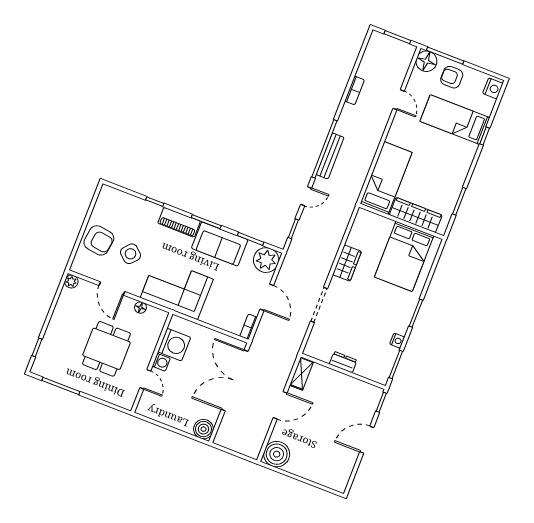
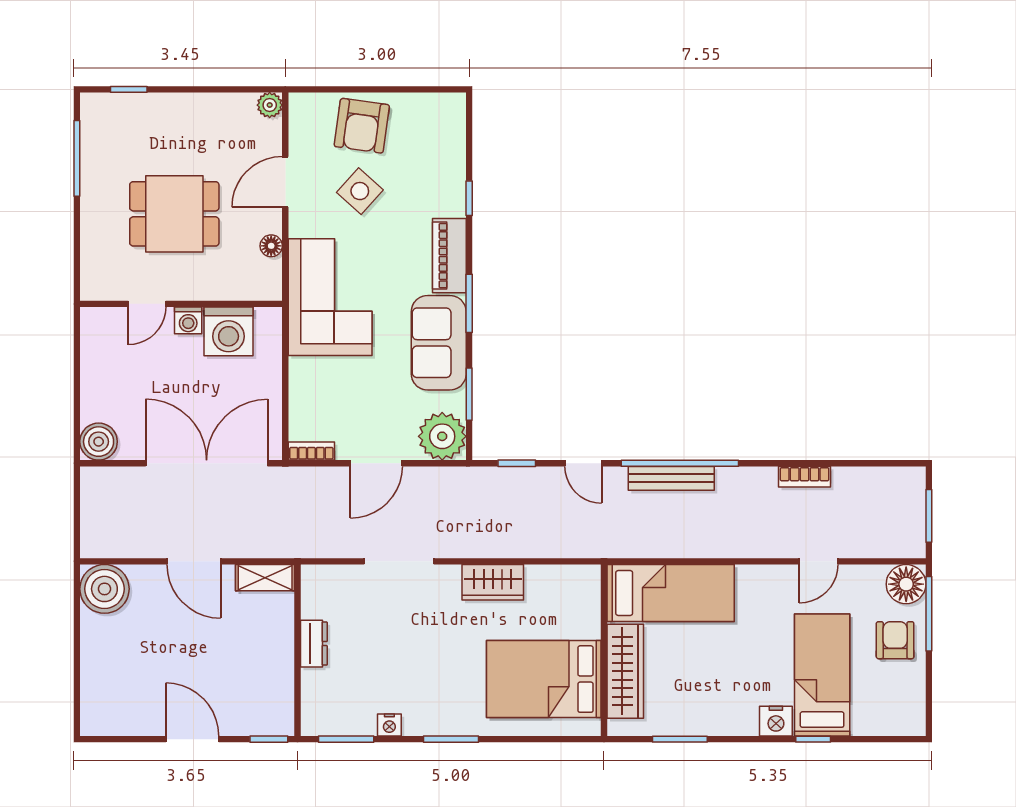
nightstand: (493, 88) -> (776, 721), moved

